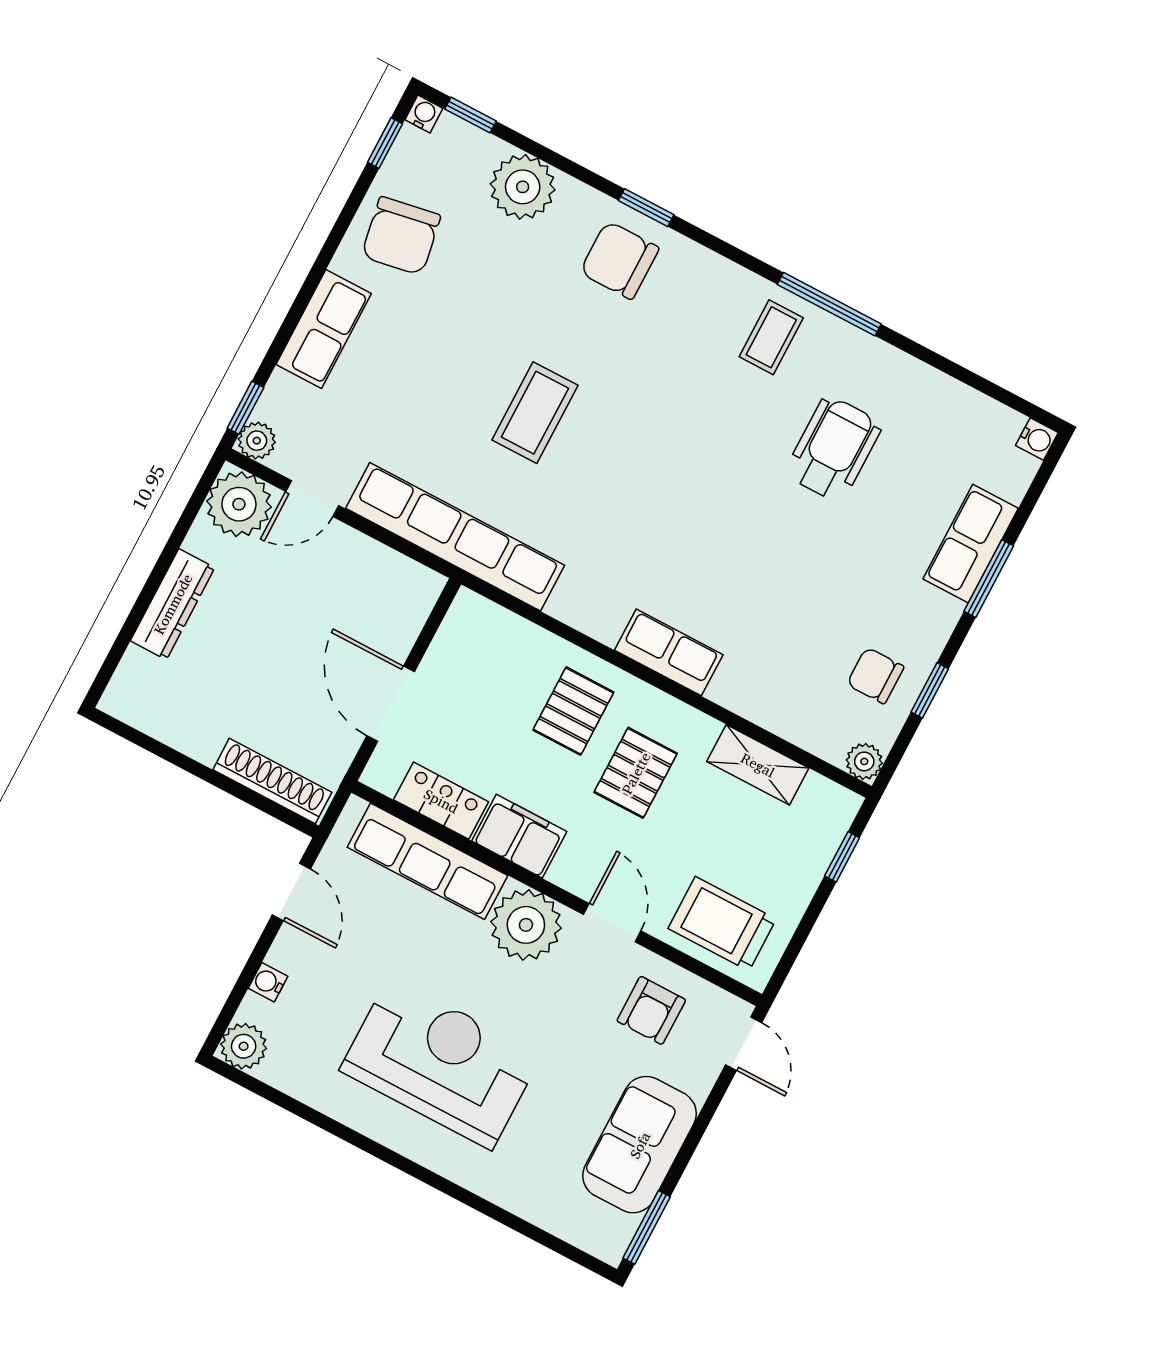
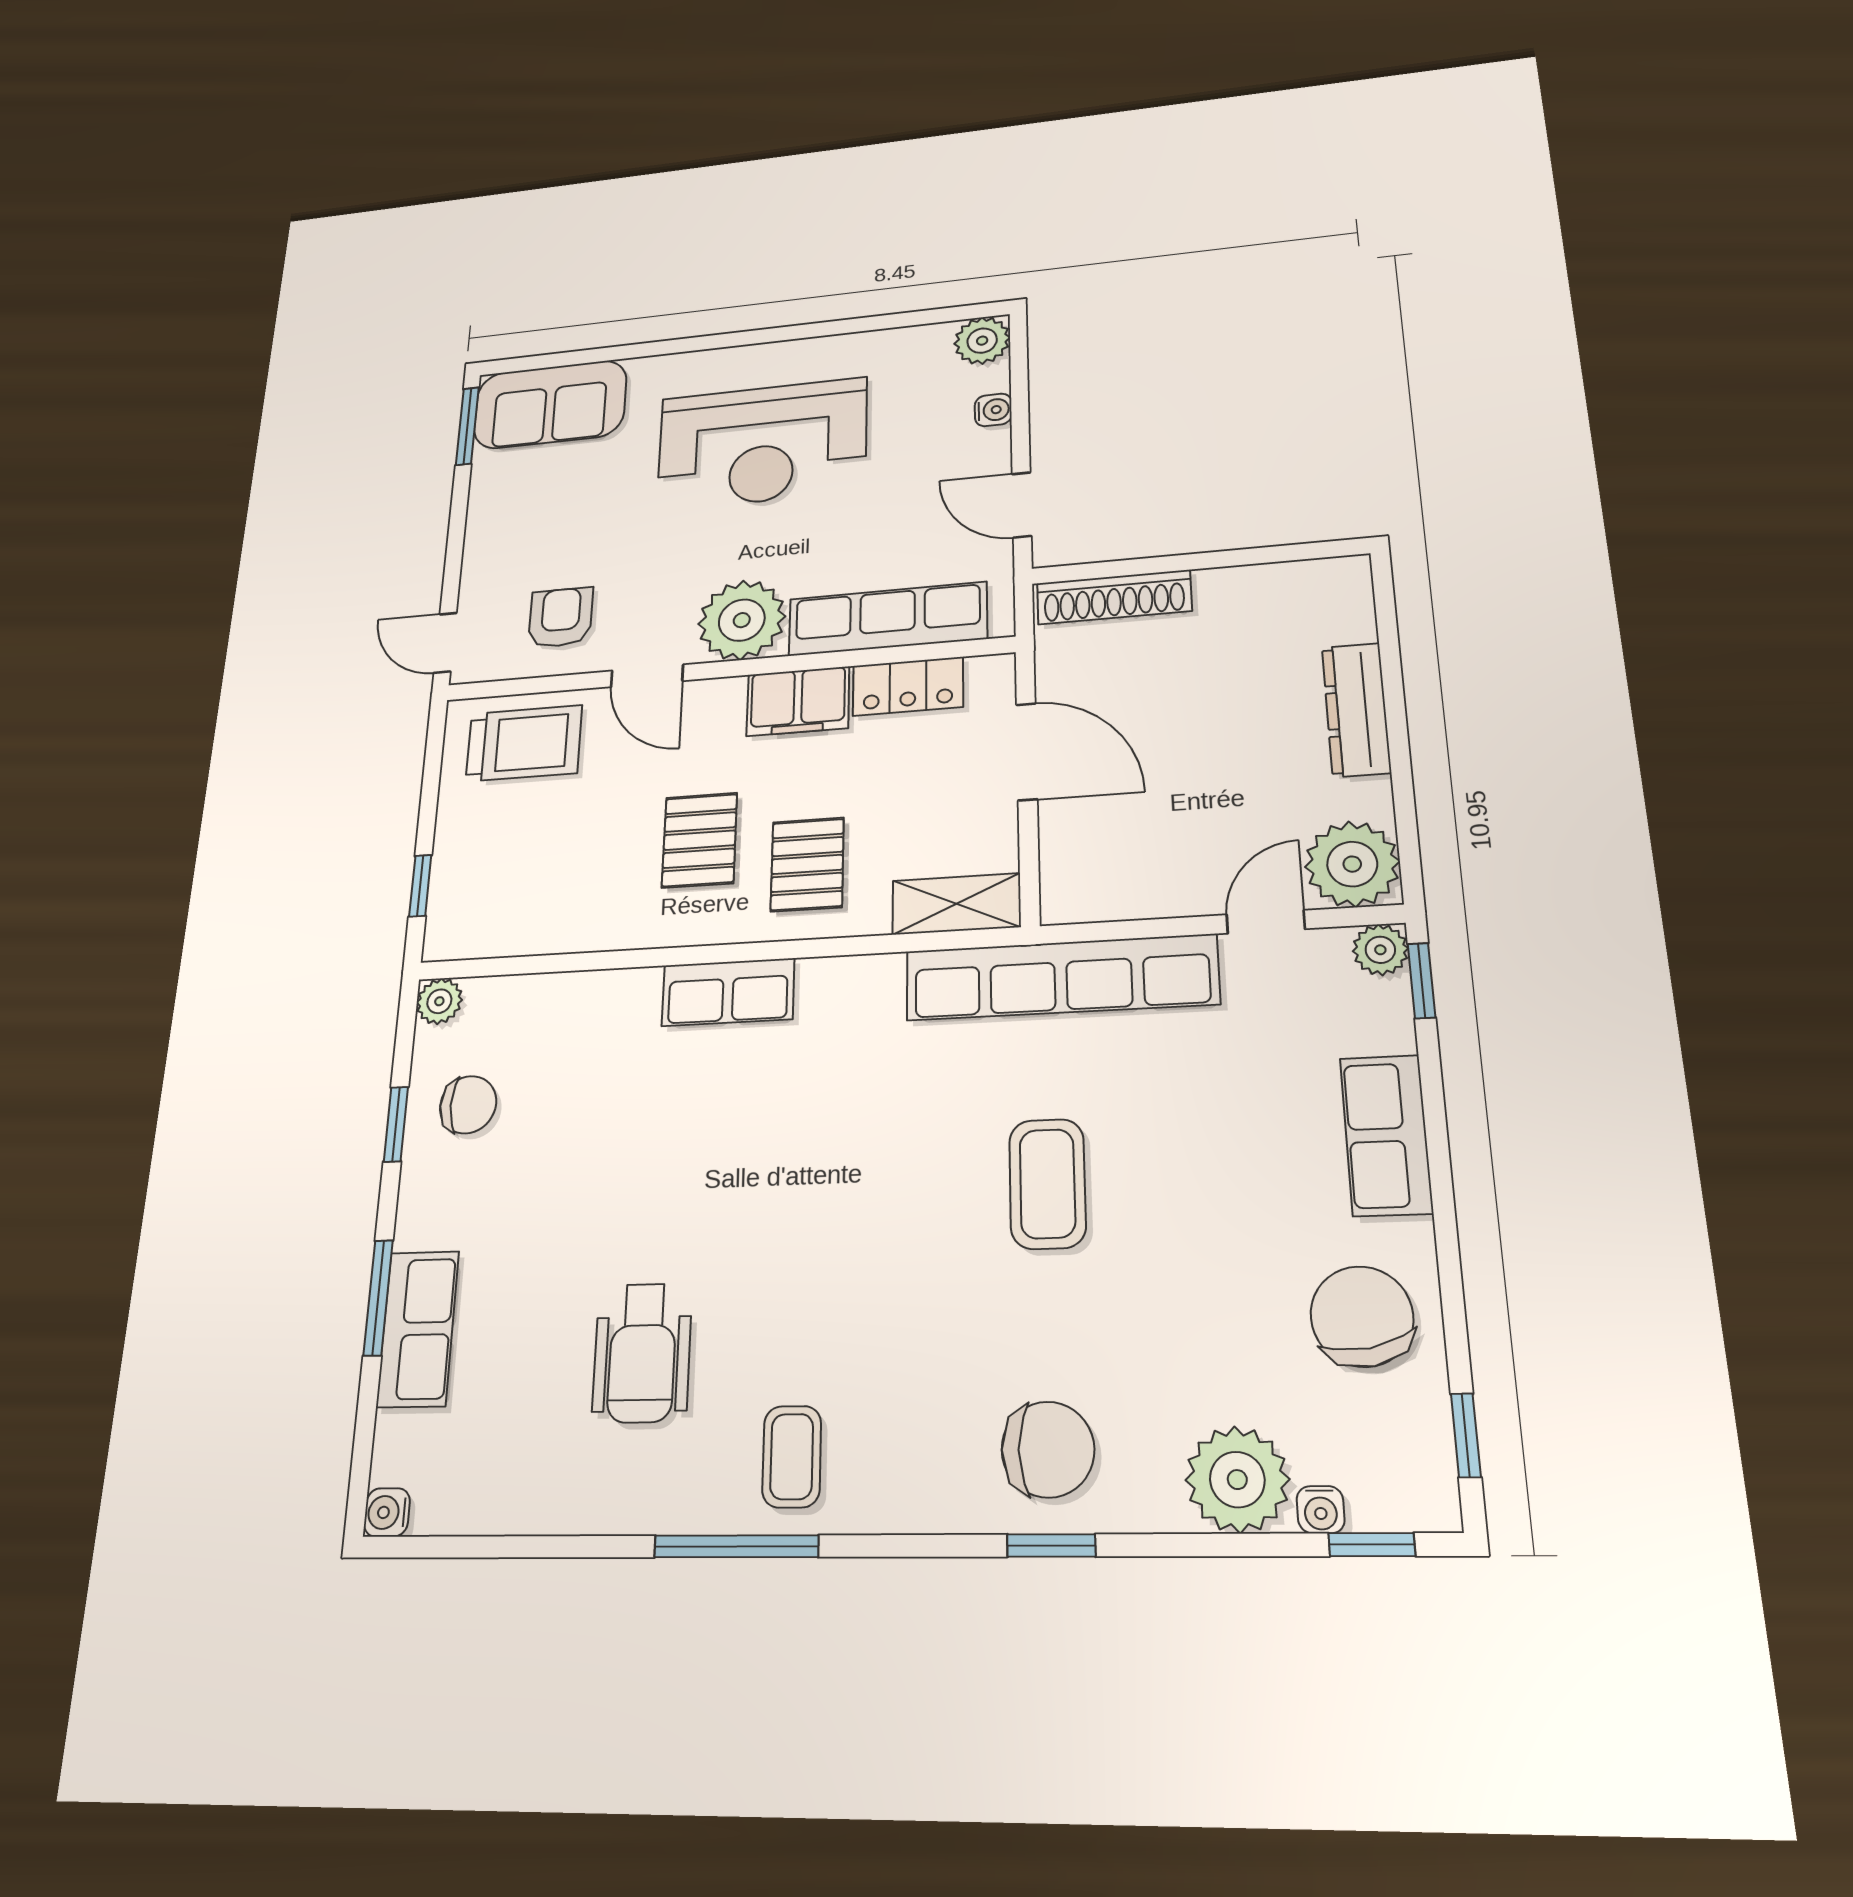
water cooler: (424, 114) -> (1321, 1510), moved
shelving: (758, 765) -> (956, 904), moved
sofa: (640, 1145) -> (550, 405), moved, turned 90

